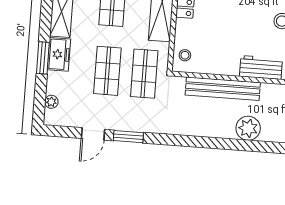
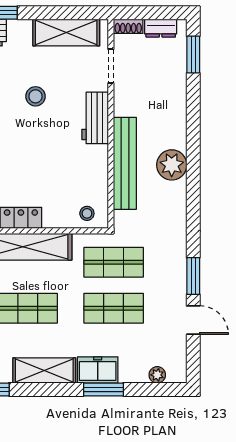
plant: (248, 128) -> (172, 165), moved

